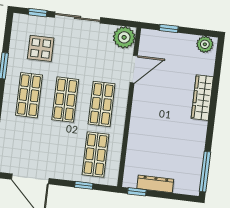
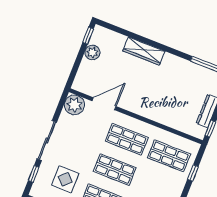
window: (169, 28) -> (88, 36), moved
plant: (205, 44) -> (92, 52), moved
door: (134, 69) -> (104, 104), hinge flipped

